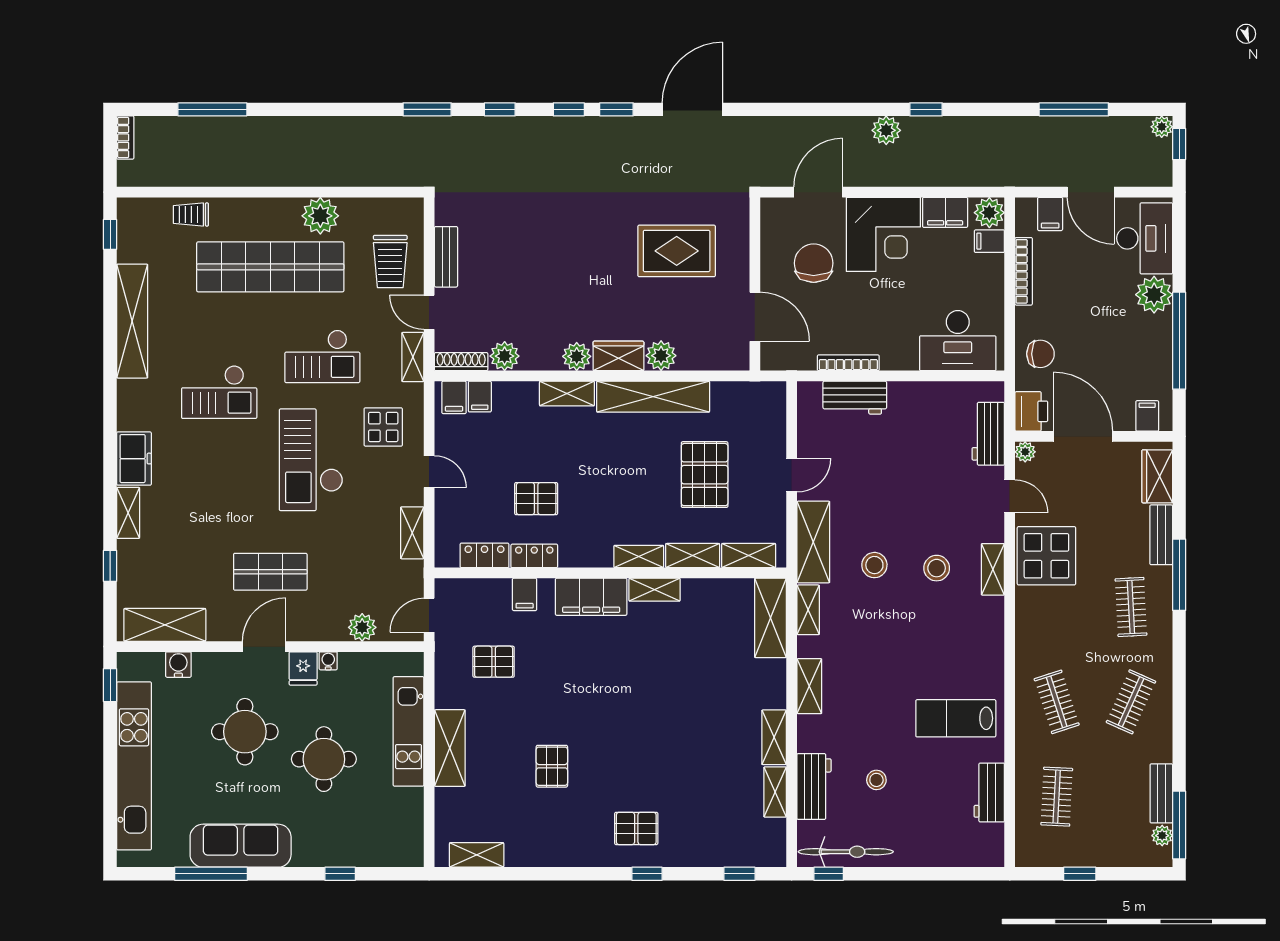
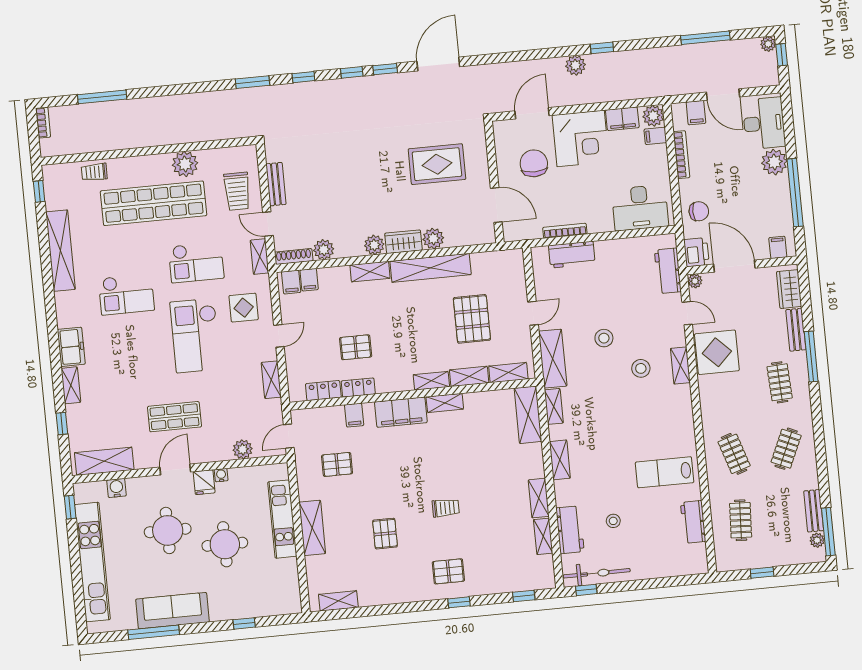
door: (429, 472) -> (279, 336), hinge flipped
stool: (874, 565) -> (604, 338), moved
trolley: (641, 738) -> (446, 508), added

